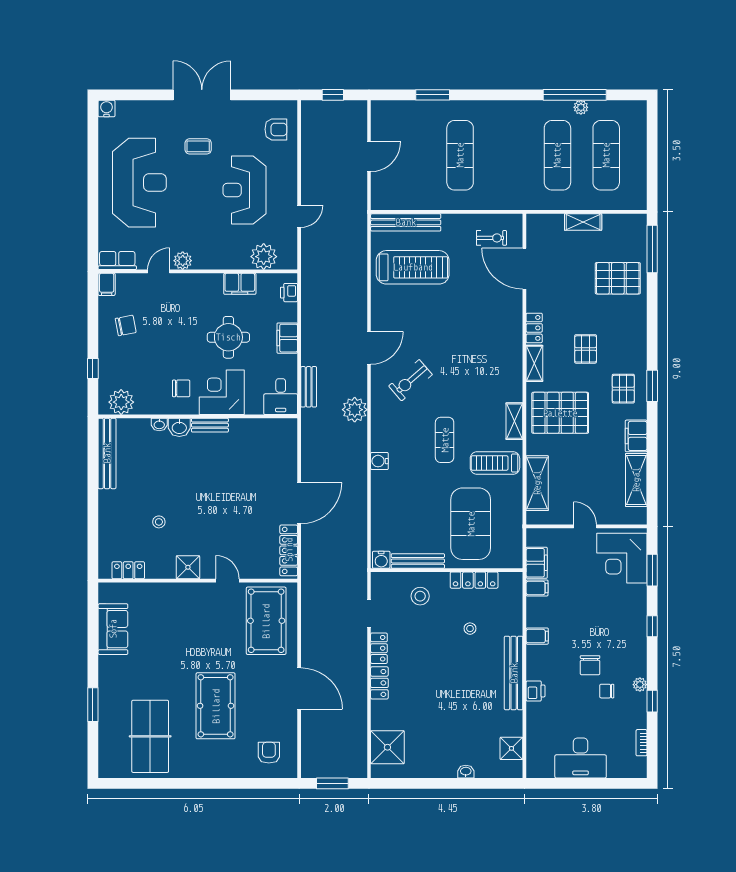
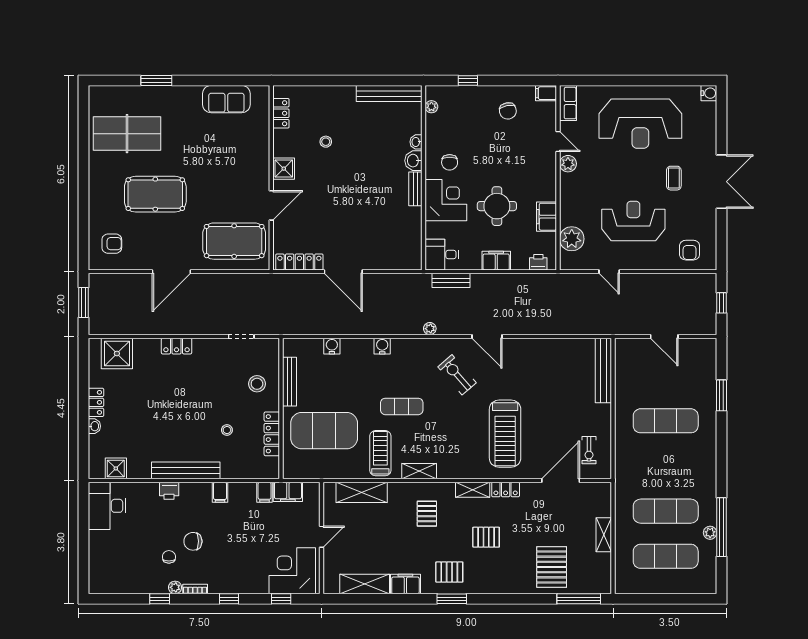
treadmill: (413, 267) -> (505, 434), moved
plant: (121, 402) -> (431, 107), width x0.53, depth x0.53
plant: (355, 410) -> (430, 329), width x0.53, depth x0.53
pallet: (560, 413) -> (427, 514), width x0.49, depth x0.50
water cooler: (381, 560) -> (332, 346), moved, turned 90
window: (652, 570) -> (281, 599), width x0.67
door: (228, 581) -> (271, 205), width x1.38
locker: (379, 648) -> (96, 402), moved, turned -90
bookcase: (641, 743) -> (195, 589), moved
desk: (581, 758) -> (107, 506), moved

